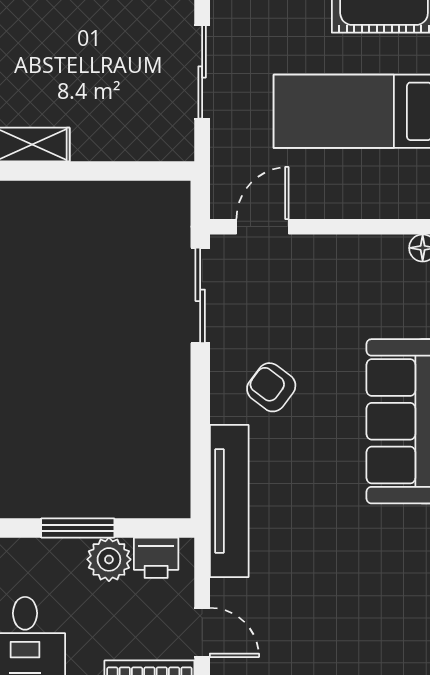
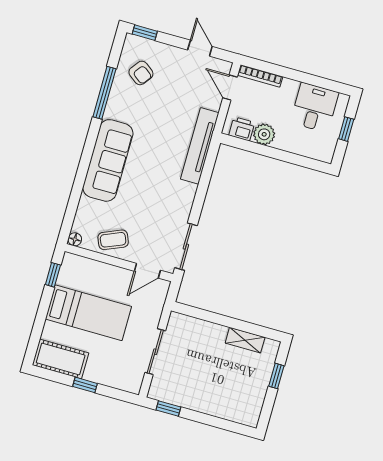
coffee table: (347, 268) -> (113, 240), added
armchair: (271, 387) -> (141, 73), moved
window: (78, 528) -> (275, 153), removed

